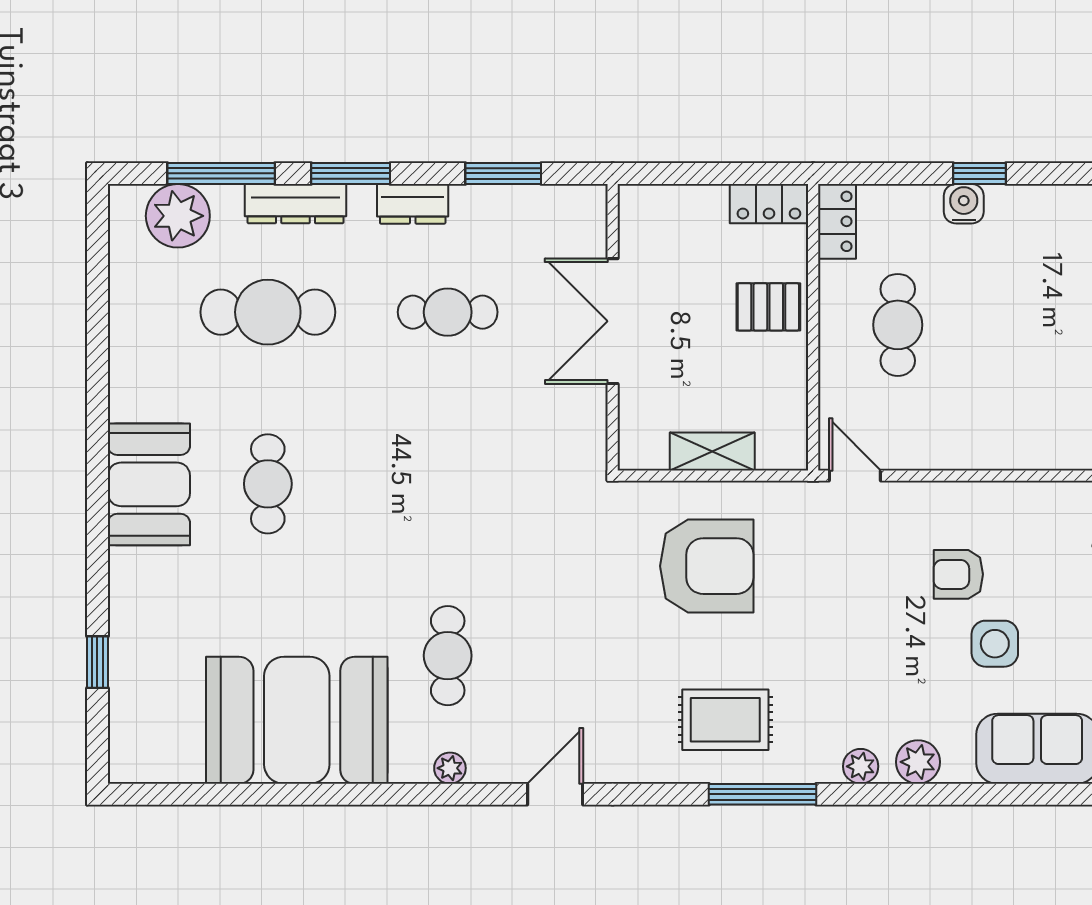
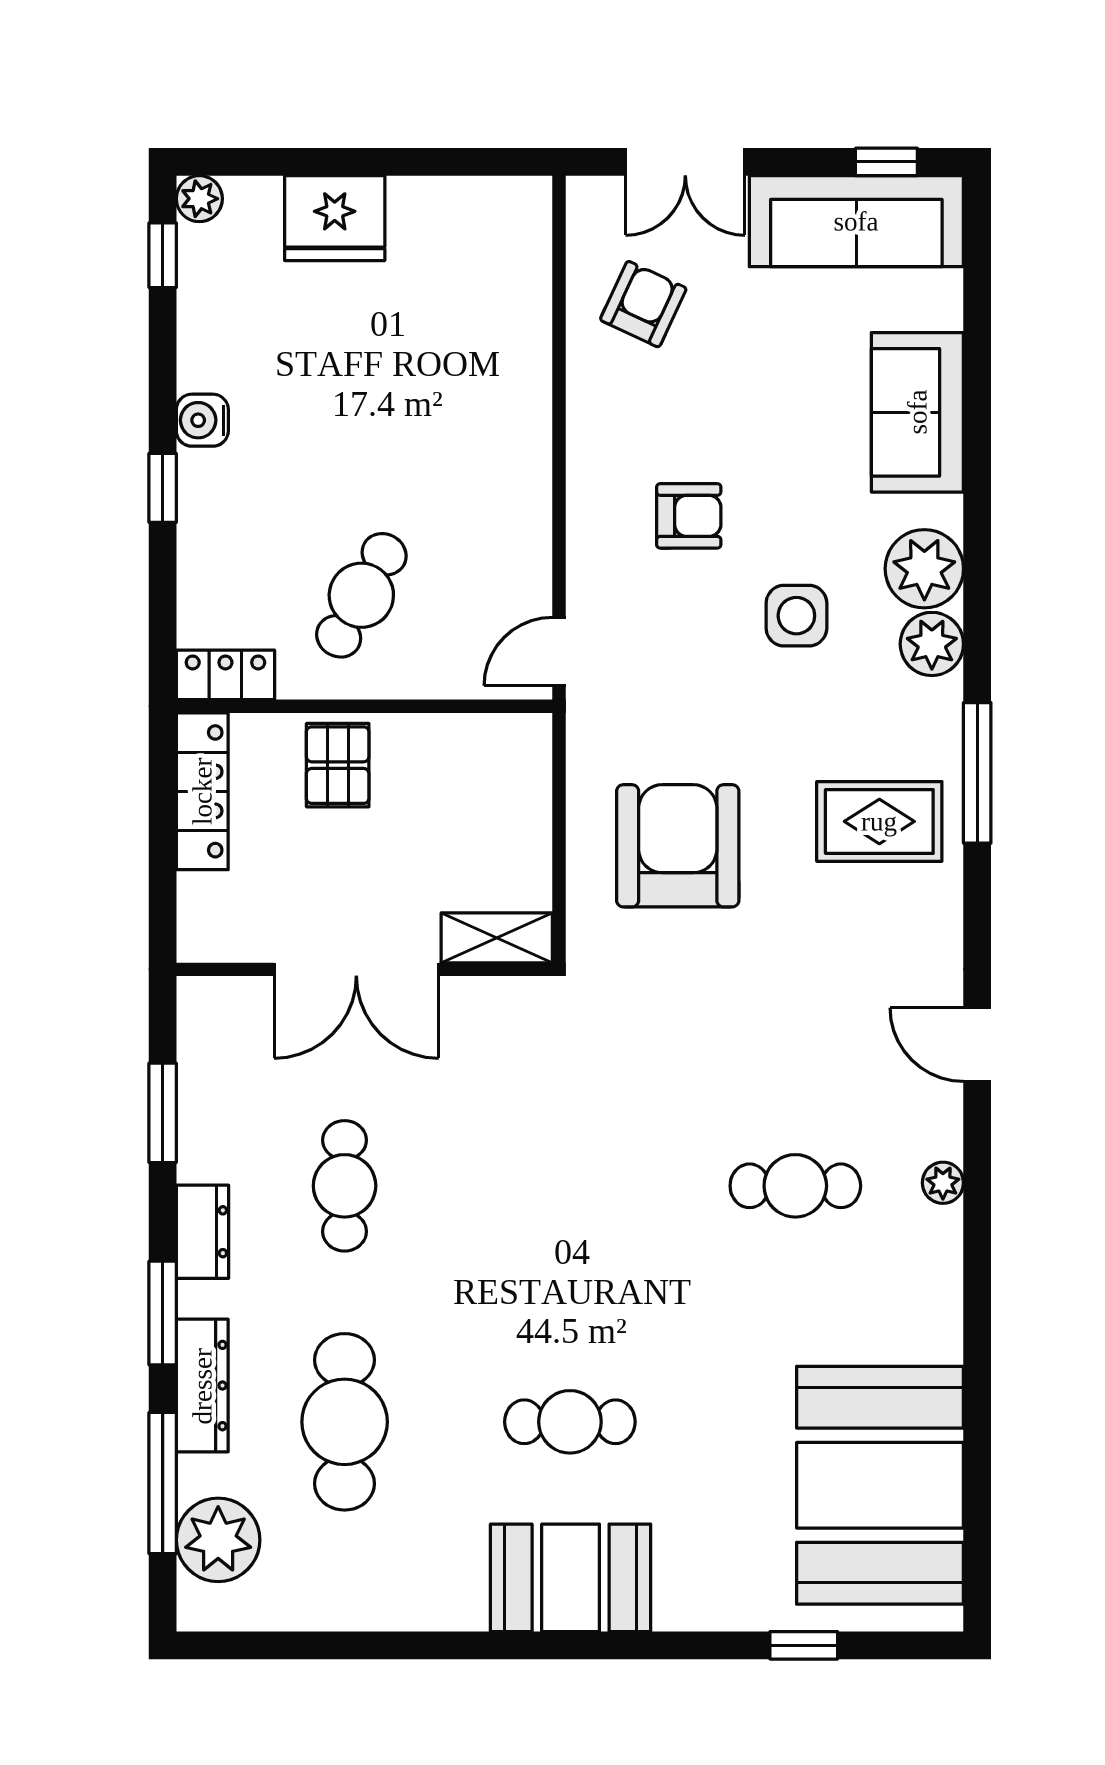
locker: (769, 204) -> (202, 791), width x1.53
water cooler: (964, 204) -> (202, 420), moved
cafe table: (898, 325) -> (361, 595), turned -61
shelving: (712, 451) -> (497, 938), moved, turned 90
armchair: (958, 574) -> (689, 516), turned -90
side table: (995, 644) -> (796, 616), moved
booth: (297, 720) -> (880, 1485), moved
rug: (725, 720) -> (879, 821), turned 90
plant: (918, 762) -> (924, 569), width x1.36, depth x1.36
plant: (861, 766) -> (932, 644), width x1.38, depth x1.38

